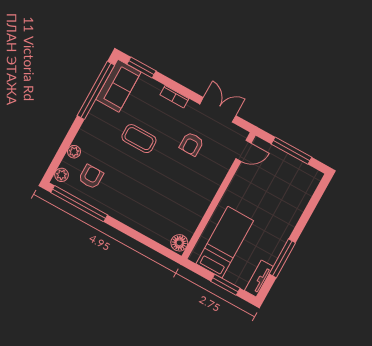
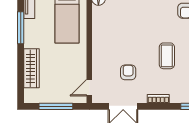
coffee table: (139, 139) -> (167, 56), turned 90
wardrobe: (295, 207) -> (31, 68), added

